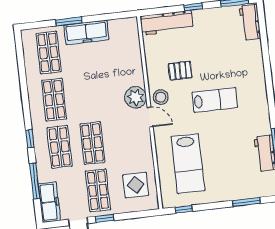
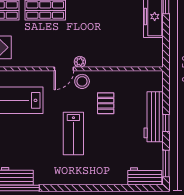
workbench: (167, 23) -> (154, 117), moved
plant: (136, 97) -> (80, 62), width x0.53, depth x0.53

